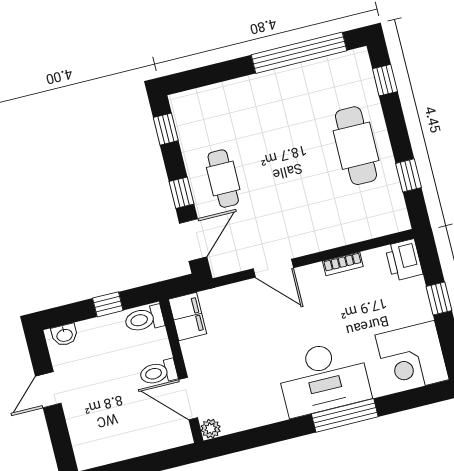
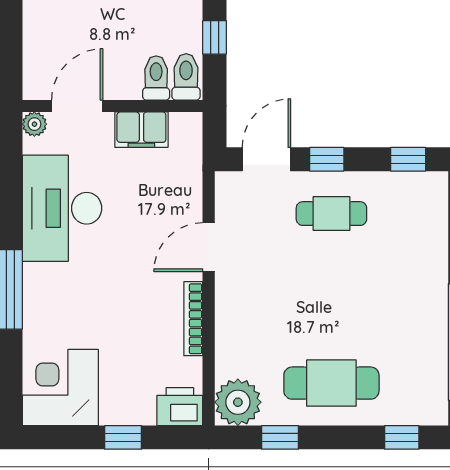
plant: (389, 215) -> (238, 402), added
door: (193, 240) -> (266, 159), swing flipped
bookcase: (343, 264) -> (193, 319), width x1.56
filing cabinet: (188, 317) -> (141, 130), moved
toilet: (158, 373) -> (156, 78), moved
desk: (323, 378) -> (62, 208), moved

